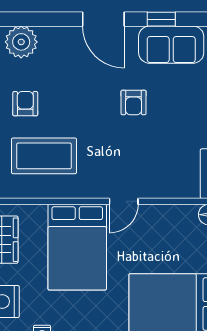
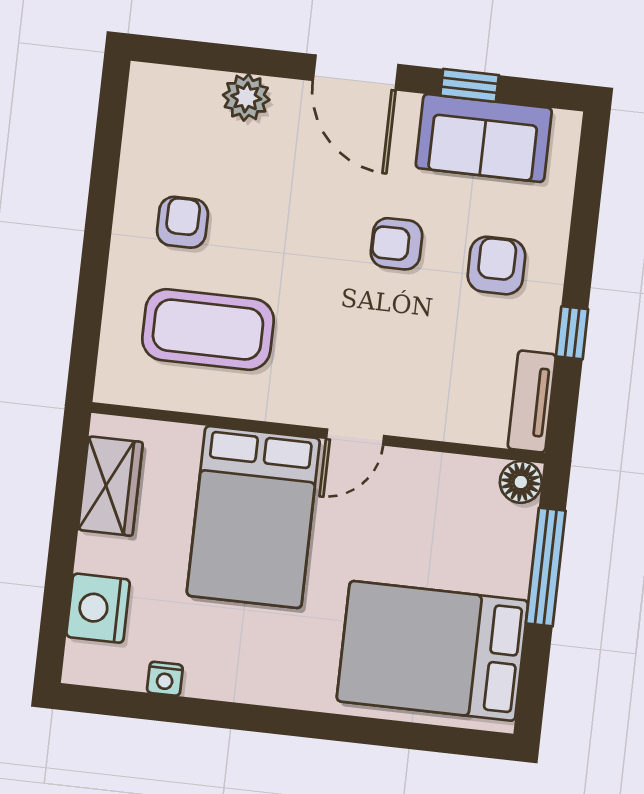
plant: (21, 42) -> (246, 97), moved, width x0.73, depth x0.73
armchair: (134, 102) -> (397, 244), turned 90
armchair: (185, 108) -> (496, 265), added

